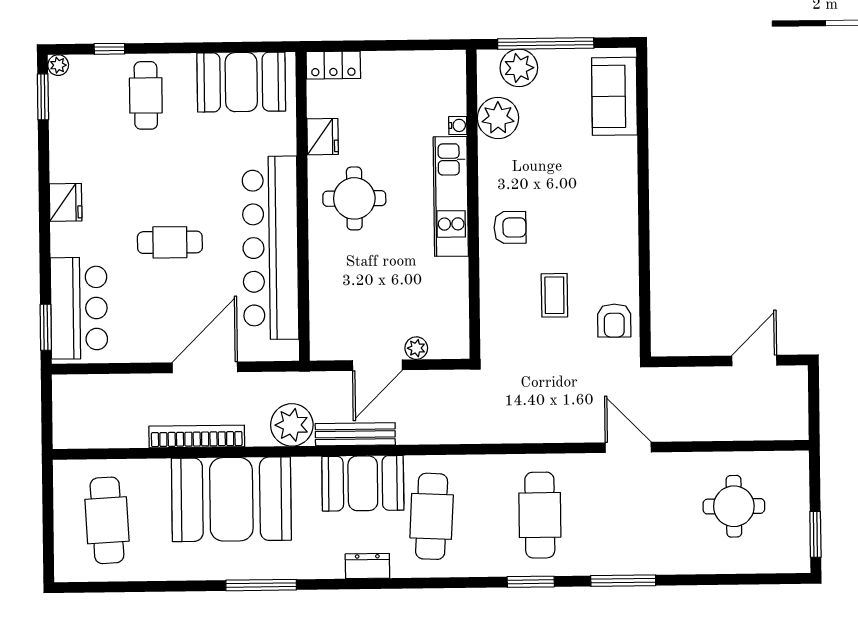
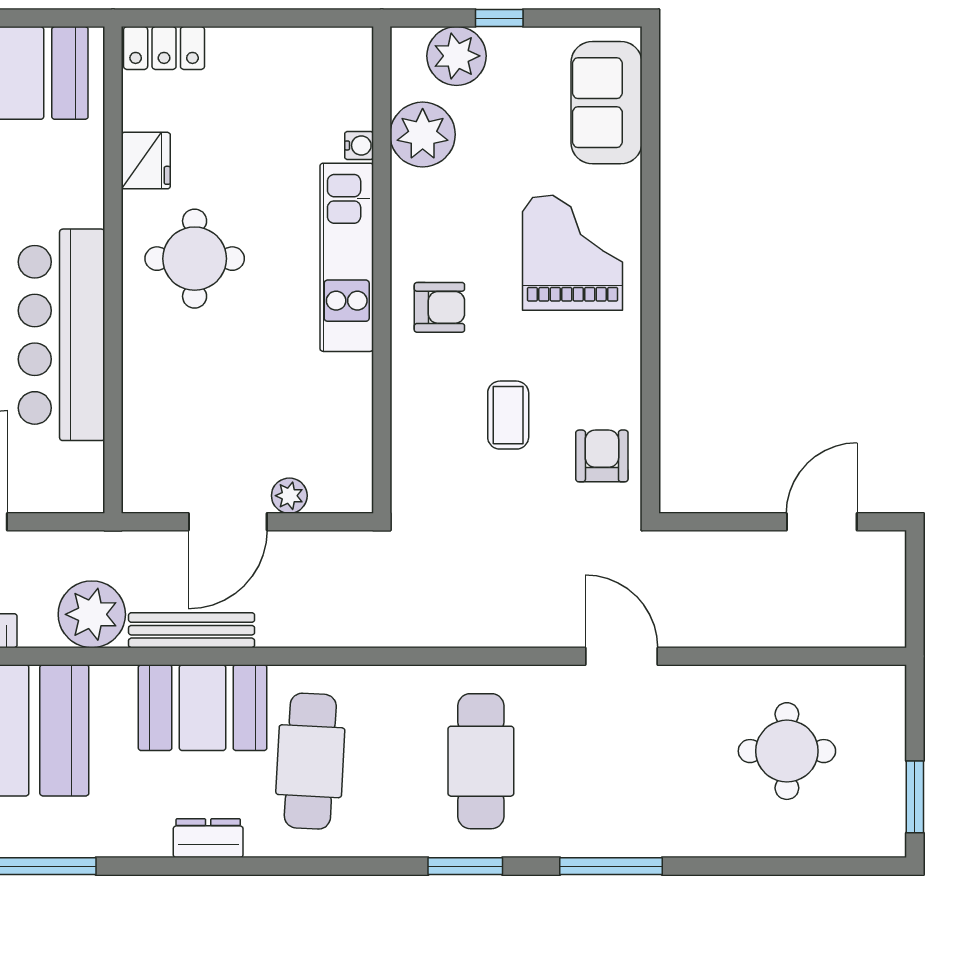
window: (546, 43) -> (499, 18), width x0.32
grand piano: (594, 192) -> (573, 253), added
bar counter: (270, 248) -> (61, 335), width x0.73
armchair: (614, 320) -> (602, 456), turned 180

